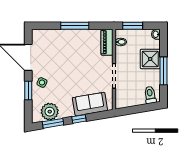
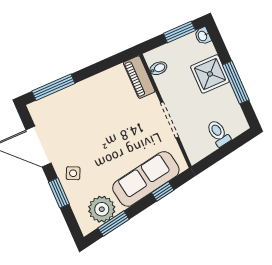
window: (75, 26) -> (53, 87), moved
window: (133, 26) -> (179, 32), moved
toilet: (150, 95) -> (218, 133), moved
sofa: (90, 104) -> (146, 179), width x1.36
window: (79, 119) -> (163, 191), moved

